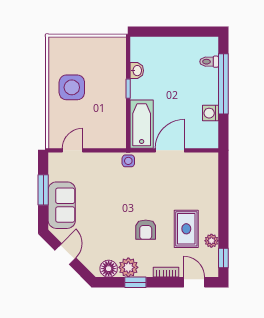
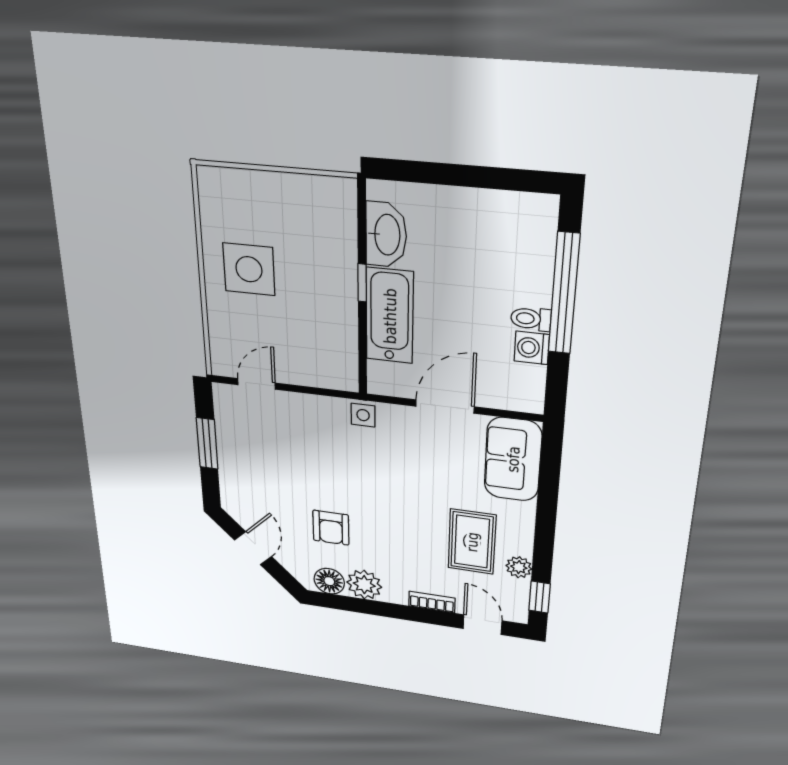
toilet: (209, 62) -> (531, 319), moved
washbasin: (137, 71) -> (386, 235), width x1.91, depth x1.45
bathtub: (142, 124) -> (390, 316), moved
sofa: (62, 205) -> (513, 459), moved, turned 180
armchair: (146, 230) -> (331, 528), moved
window: (135, 282) -> (377, 608), removed

